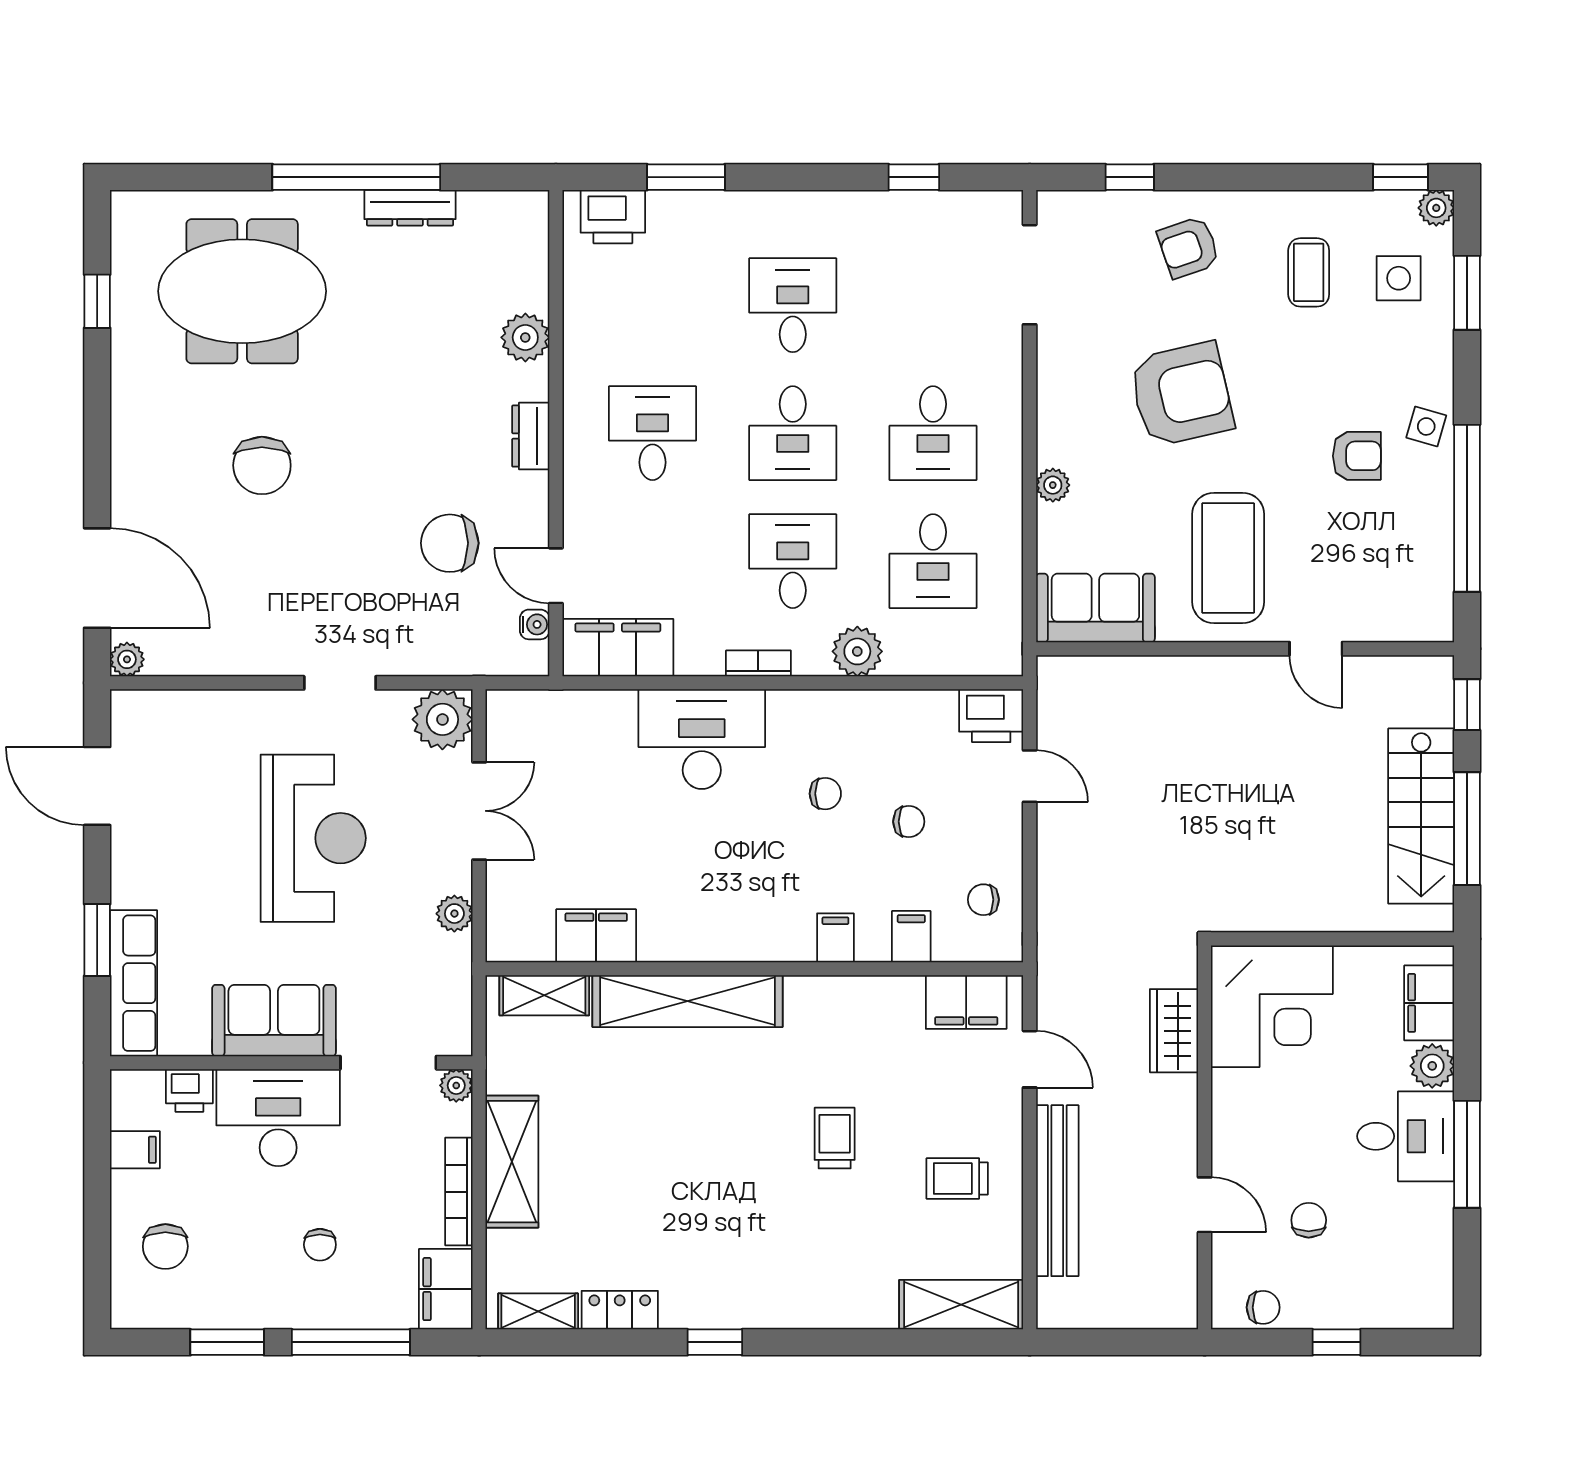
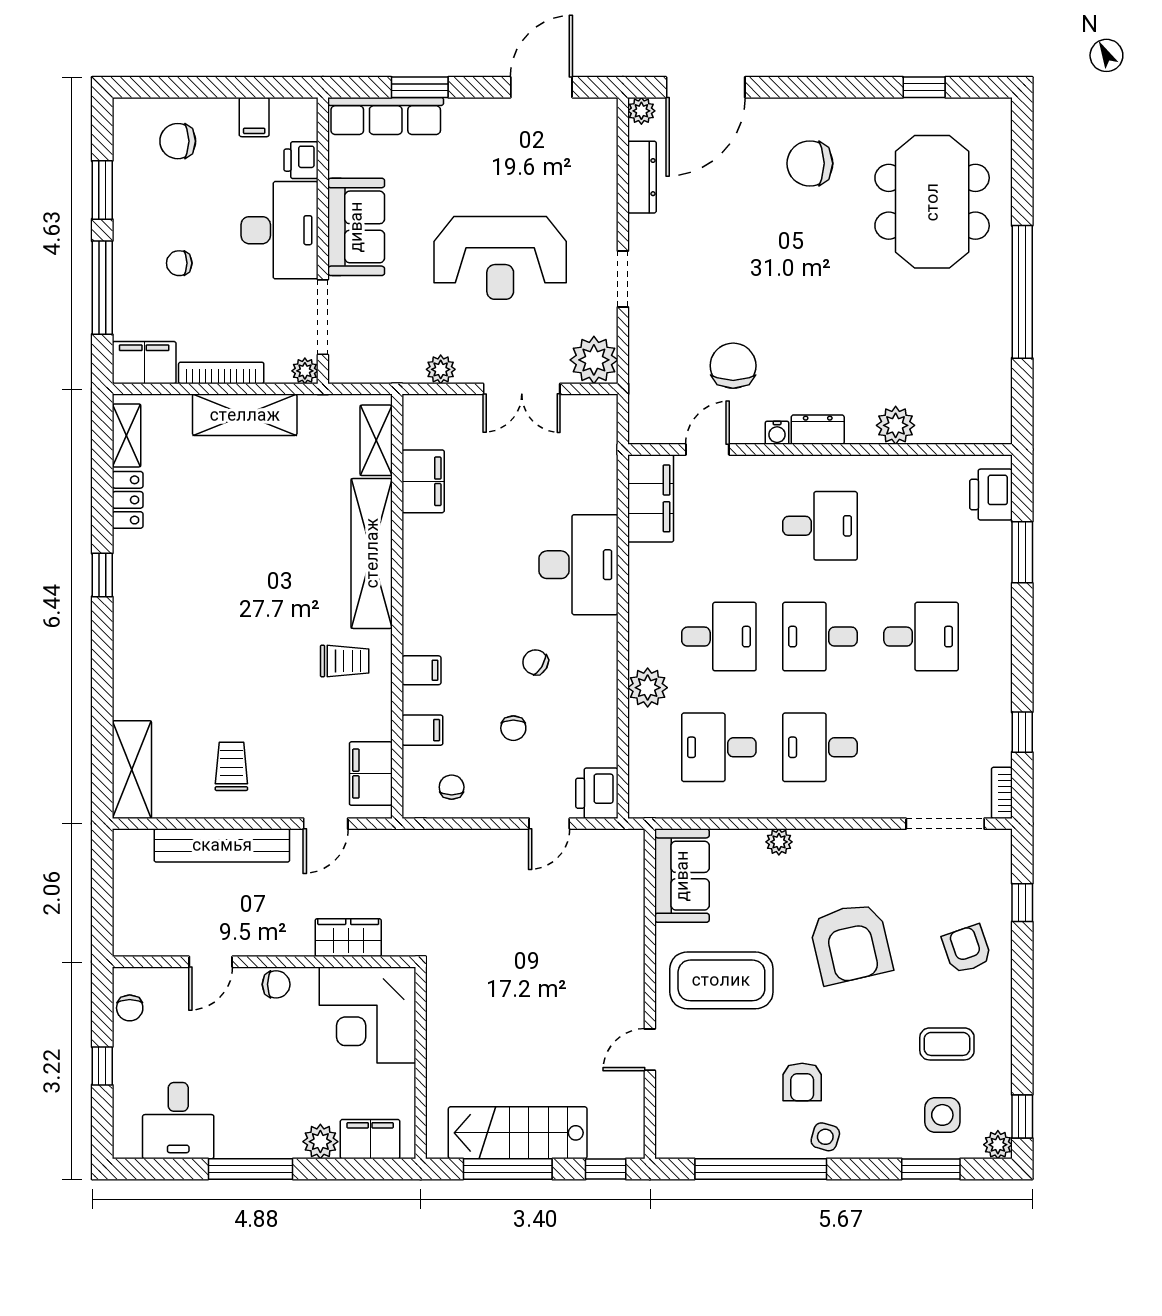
dresser: (410, 208) -> (642, 177), moved, turned 180
chair: (262, 465) -> (810, 163), moved
water cooler: (535, 624) -> (777, 433), moved
bookcase: (758, 663) -> (1002, 793), moved, turned 180
chair: (825, 794) -> (535, 662), turned 121
desk: (1406, 1136) -> (178, 1121), moved
trolley: (835, 1138) -> (345, 661), moved
chair: (1309, 1220) -> (276, 984), moved

